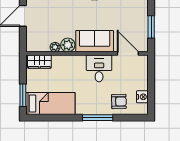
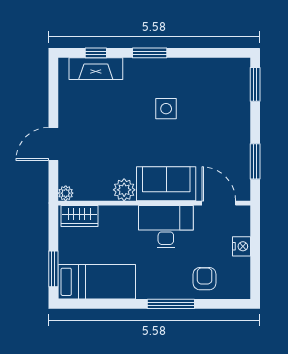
plant: (55, 47) -> (66, 193), moved
desk: (99, 68) -> (166, 227), width x1.37
nightstand: (142, 97) -> (241, 246), moved
armchair: (119, 101) -> (205, 279), turned -89

